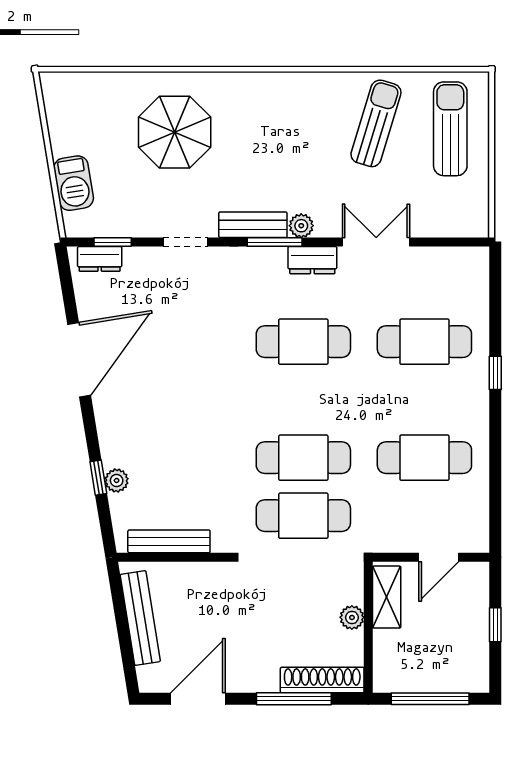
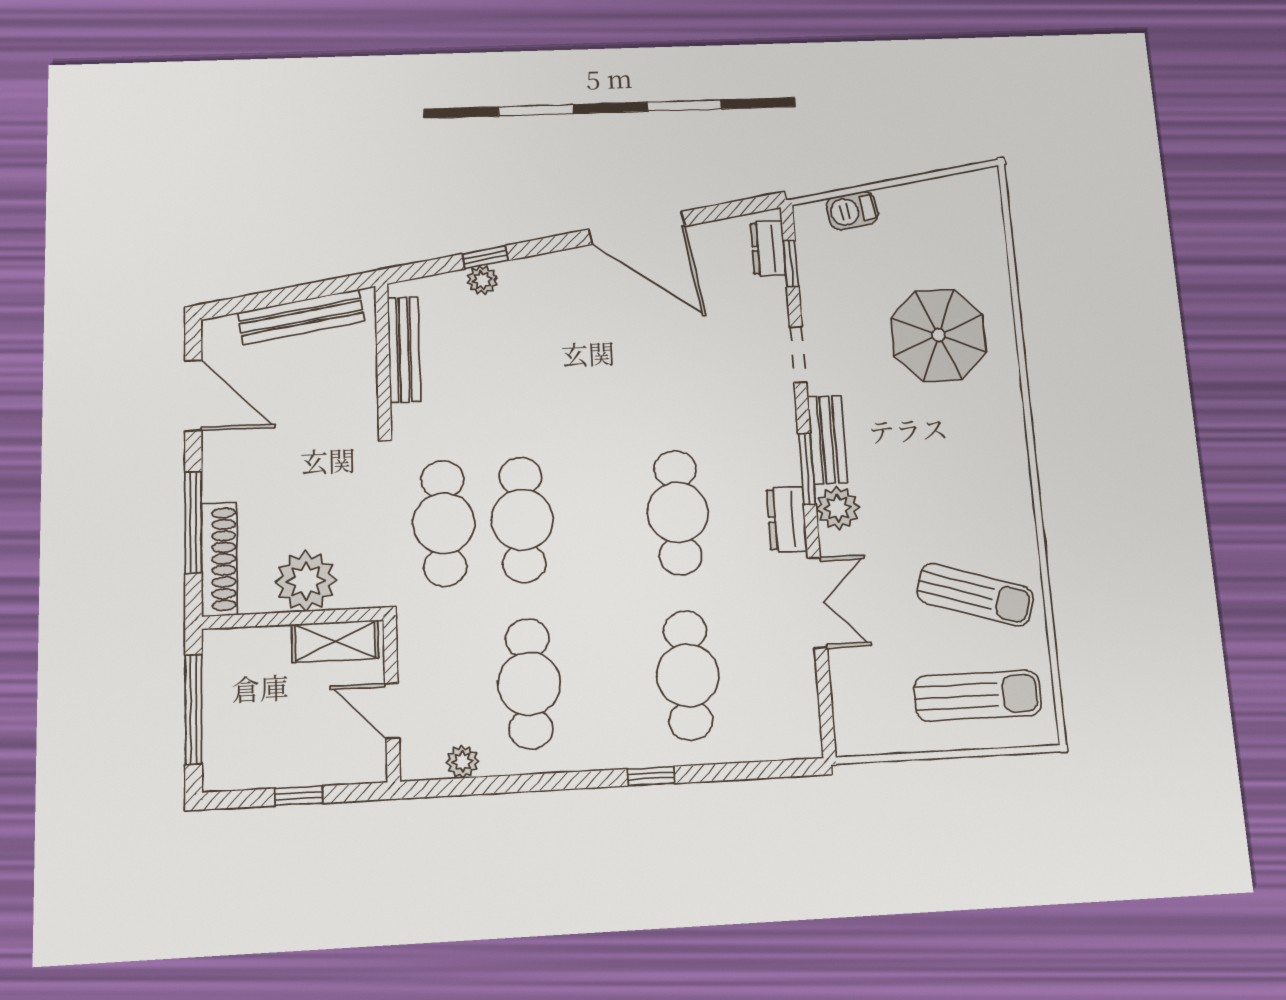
barbecue: (74, 183) -> (852, 210), width x0.73, depth x0.79
plant: (301, 226) -> (838, 508), width x1.38, depth x1.38
plant: (478, 508) -> (462, 762), added
plant: (352, 617) -> (306, 581), width x1.87, depth x1.87

